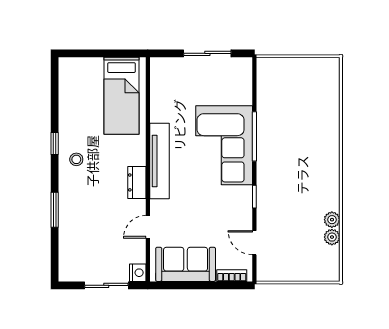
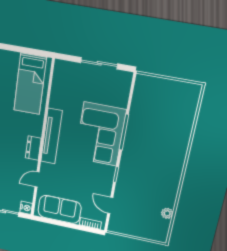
plant: (332, 220) -> (170, 202), removed

